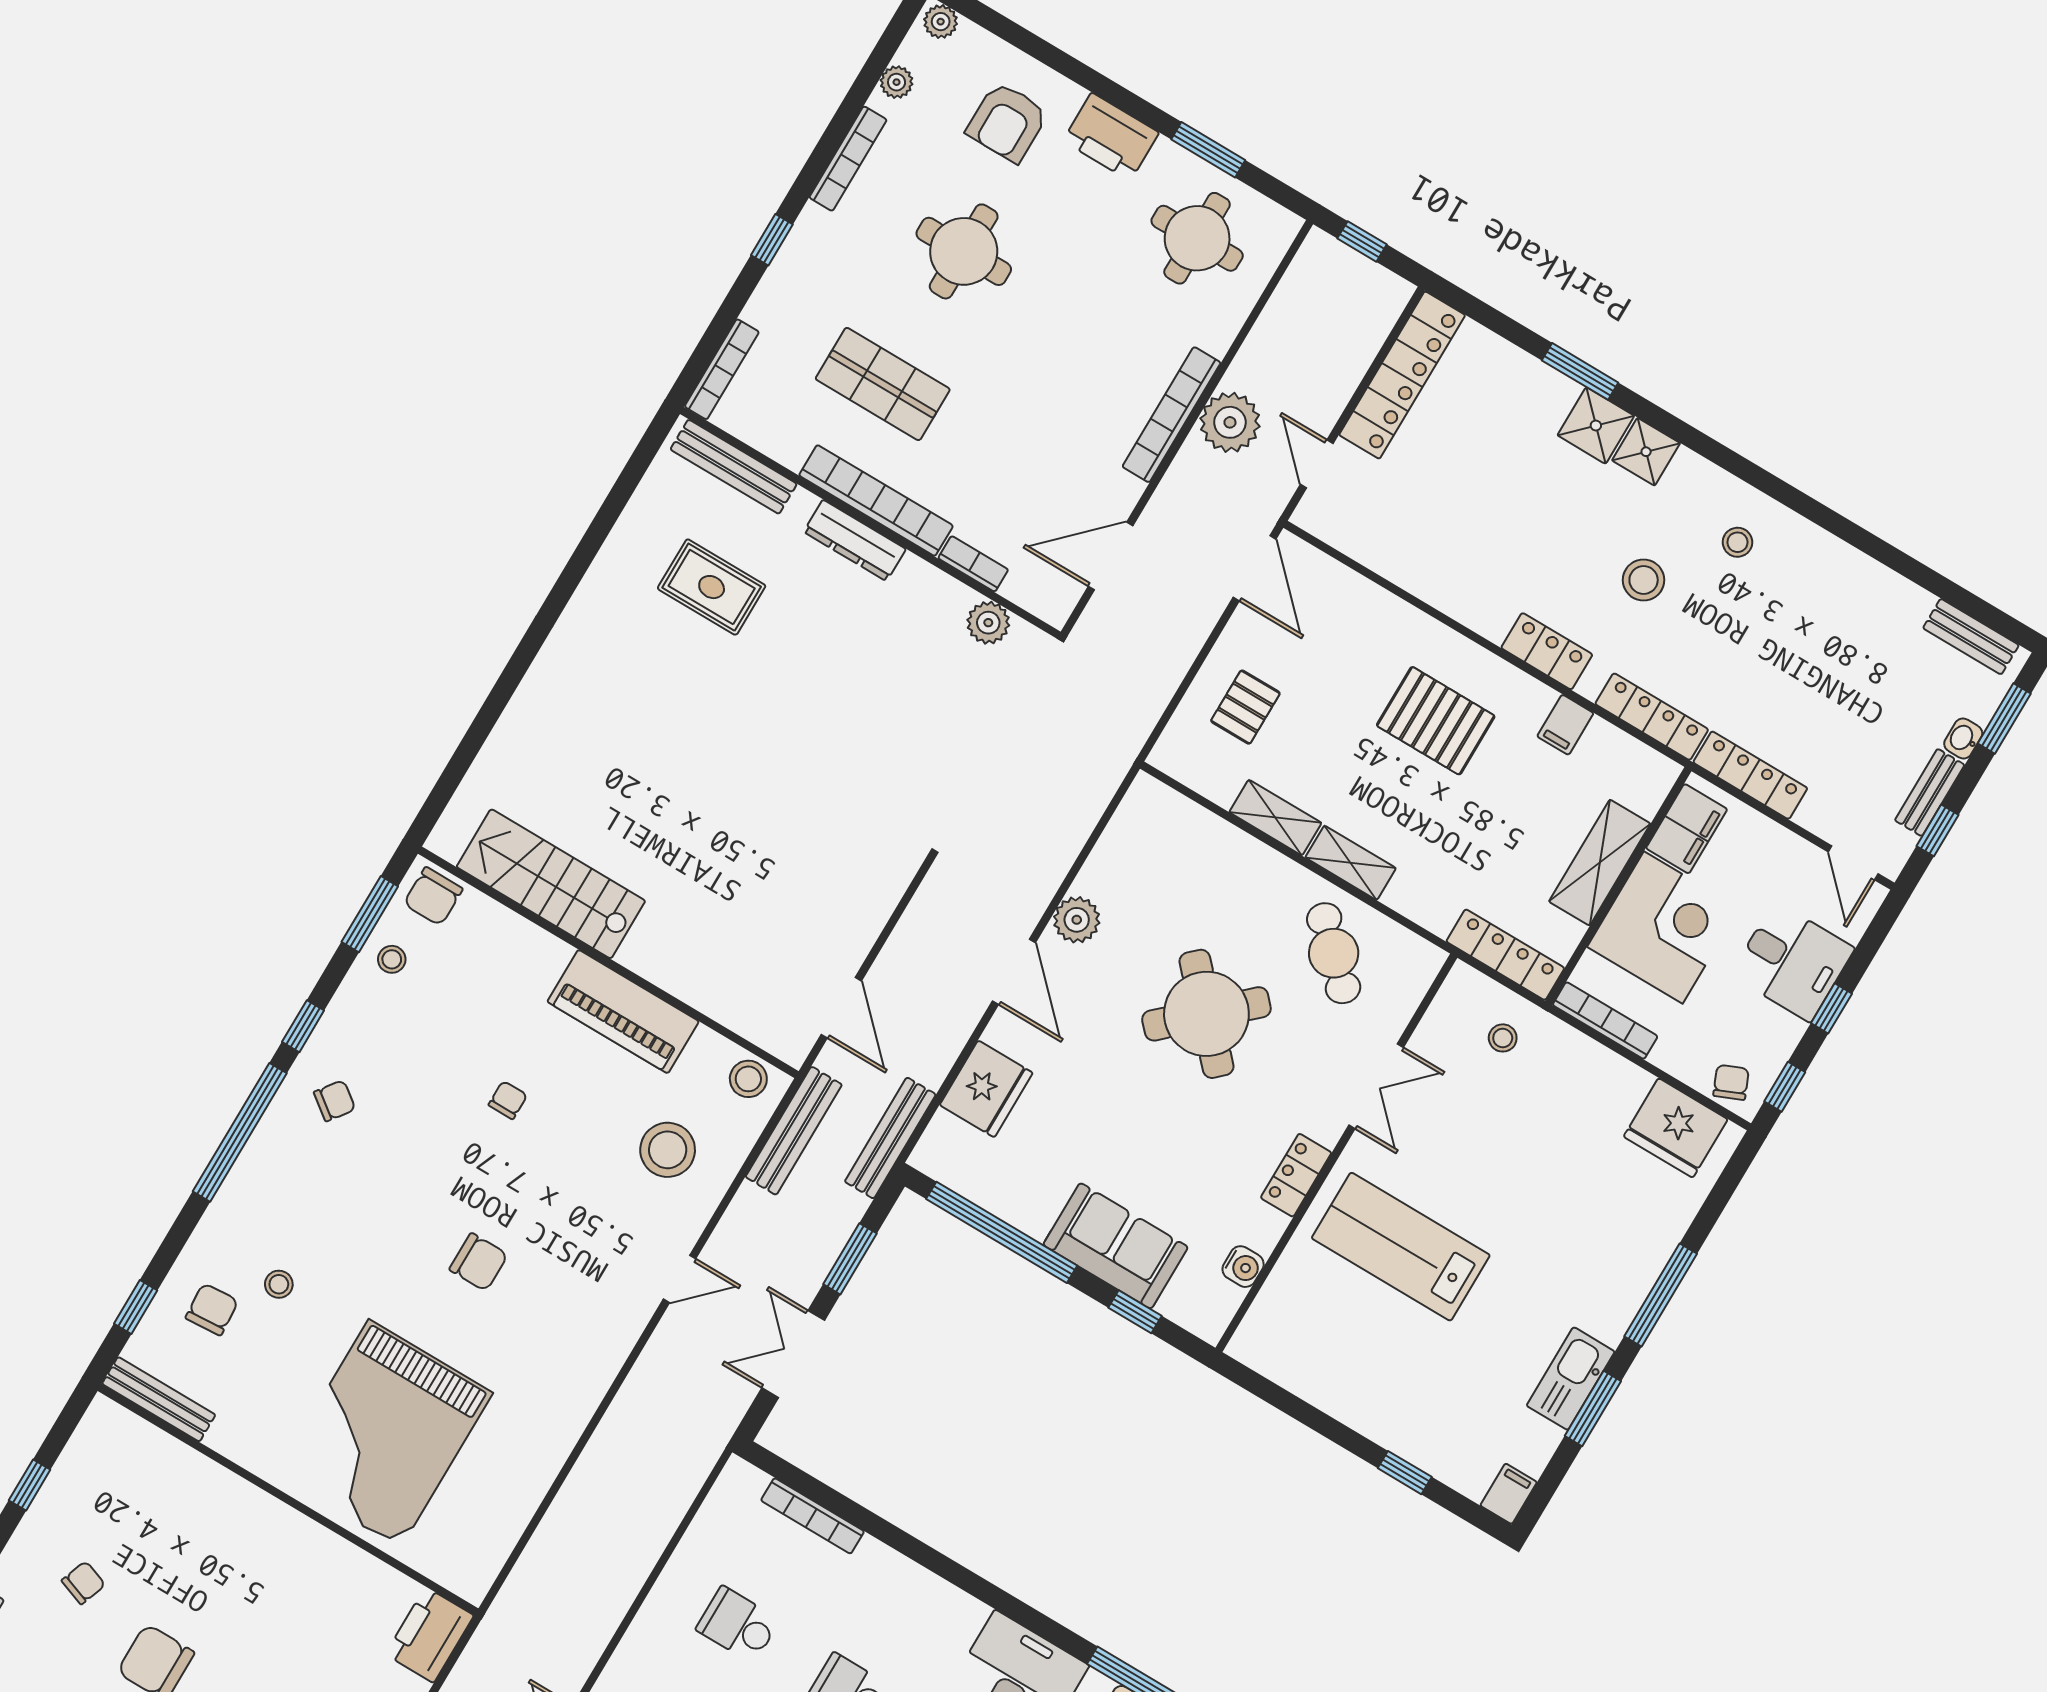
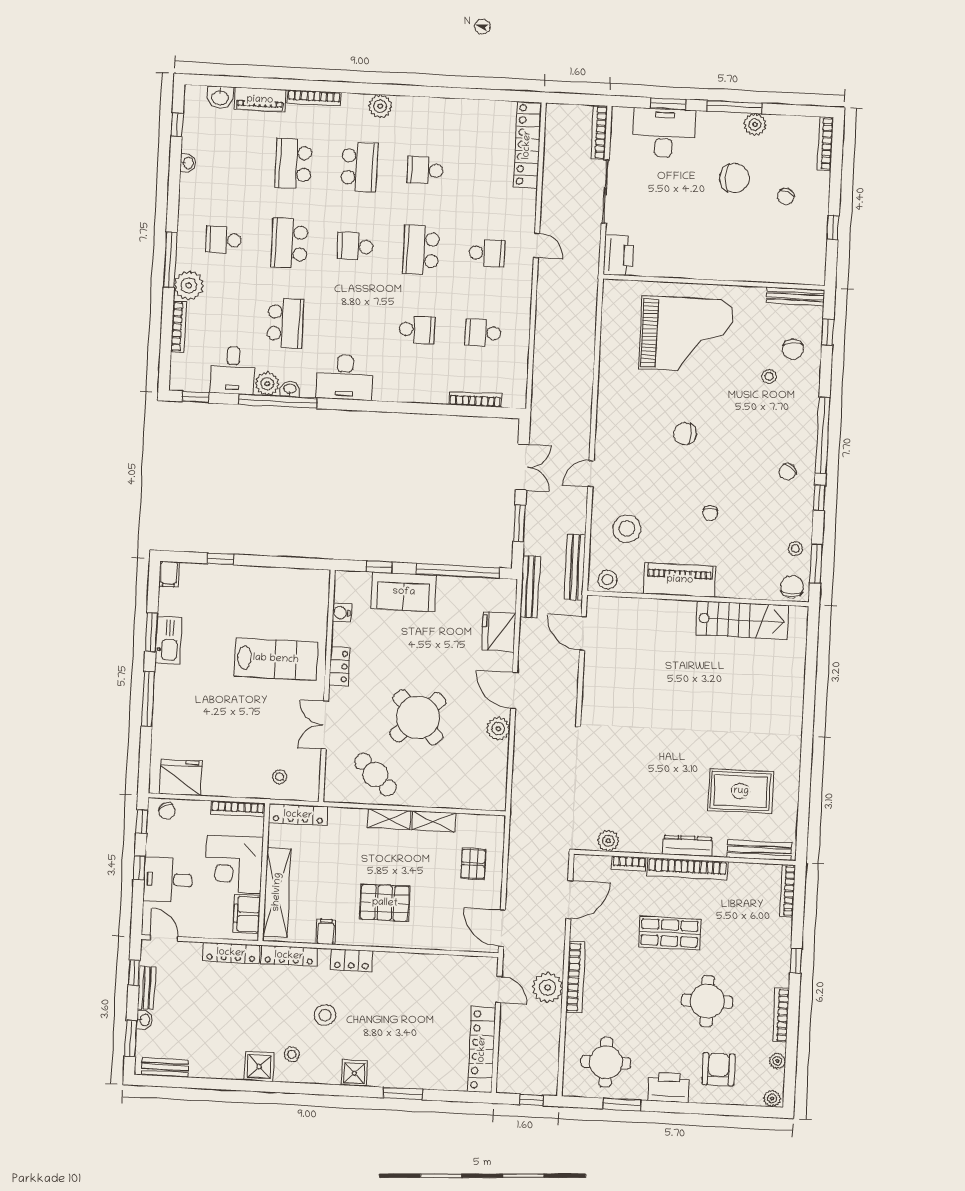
shop shelf: (883, 384) -> (670, 933), moved
shower: (1596, 426) -> (259, 1067), moved
rug: (712, 587) -> (741, 791), width x1.36, depth x1.43
shelving: (1600, 863) -> (277, 892), width x1.47
grand piano: (385, 1434) -> (686, 335), turned 90
school desk: (738, 1625) -> (483, 333), turned 180

